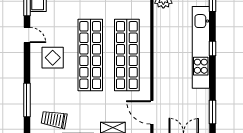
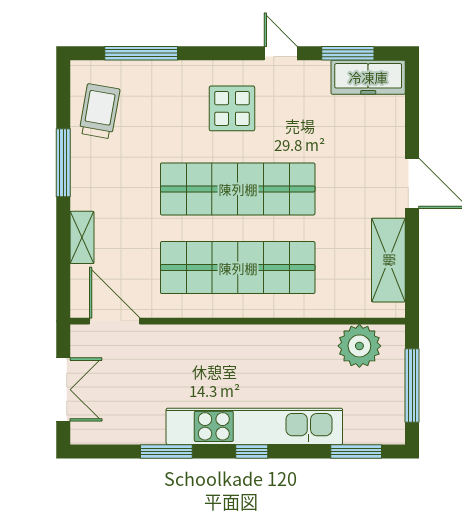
door: (27, 35) -> (281, 53), swing flipped
door: (152, 112) -> (115, 321), hinge flipped
window: (212, 112) -> (166, 451), moved

